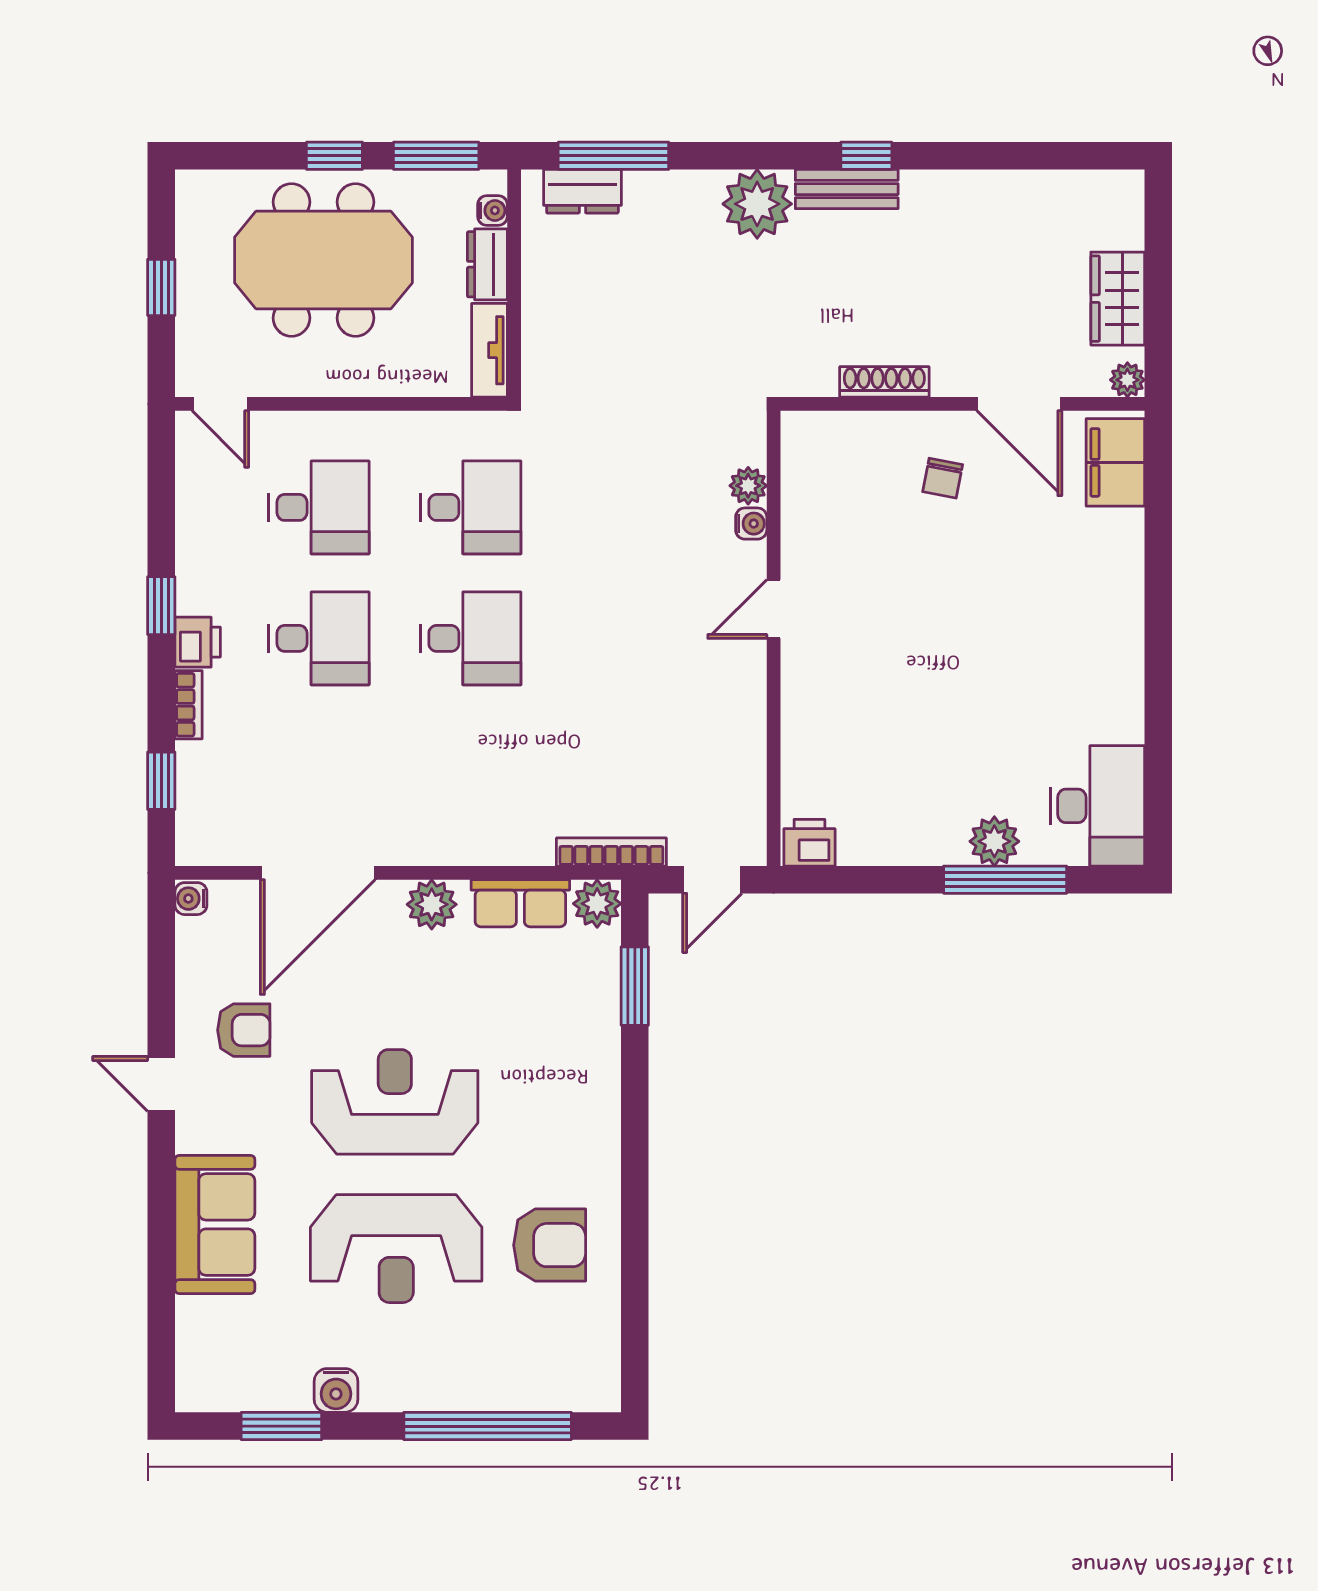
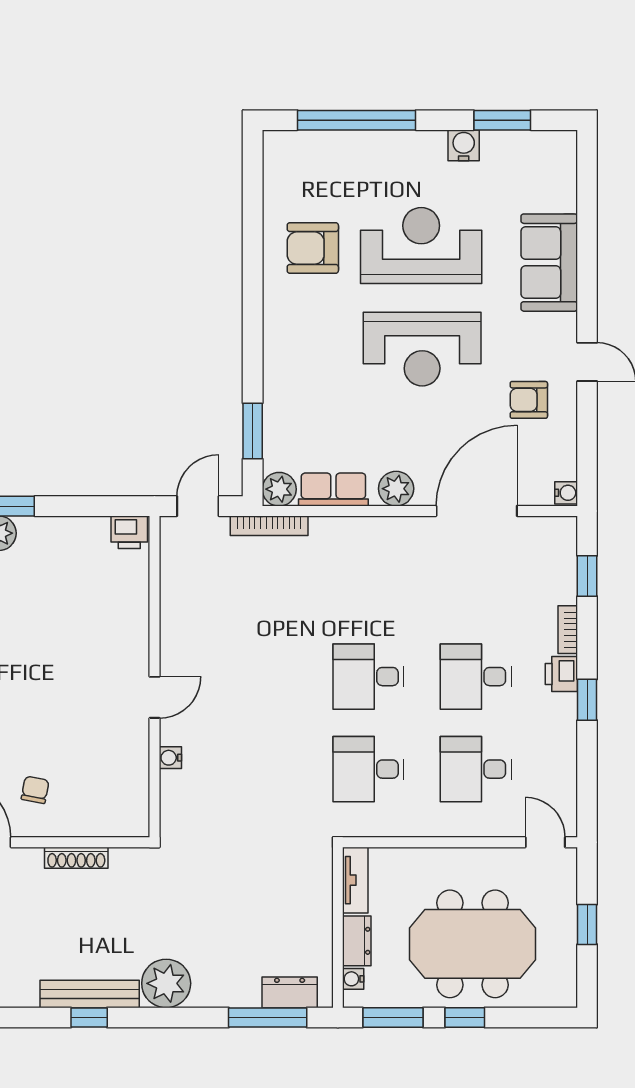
bench: (847, 189) -> (90, 994), width x1.36
plant: (748, 486) -> (172, 784), removed

